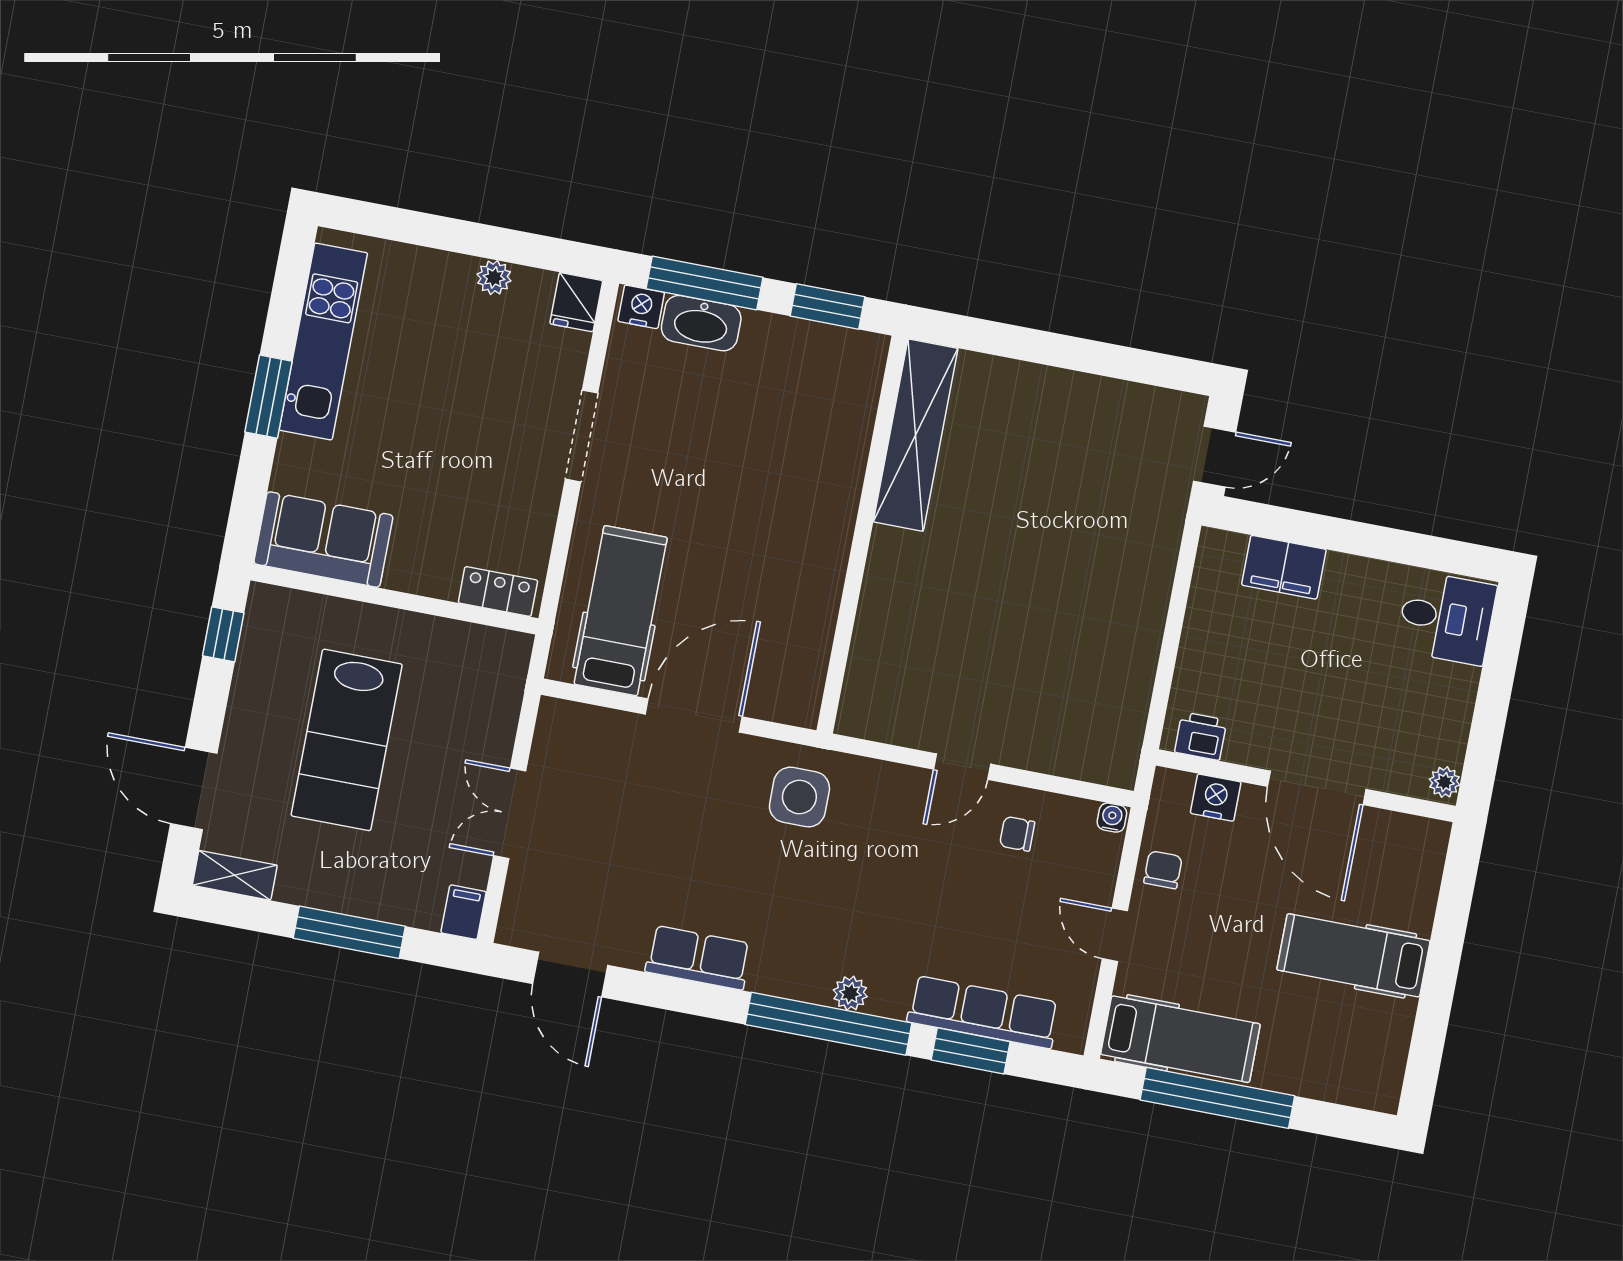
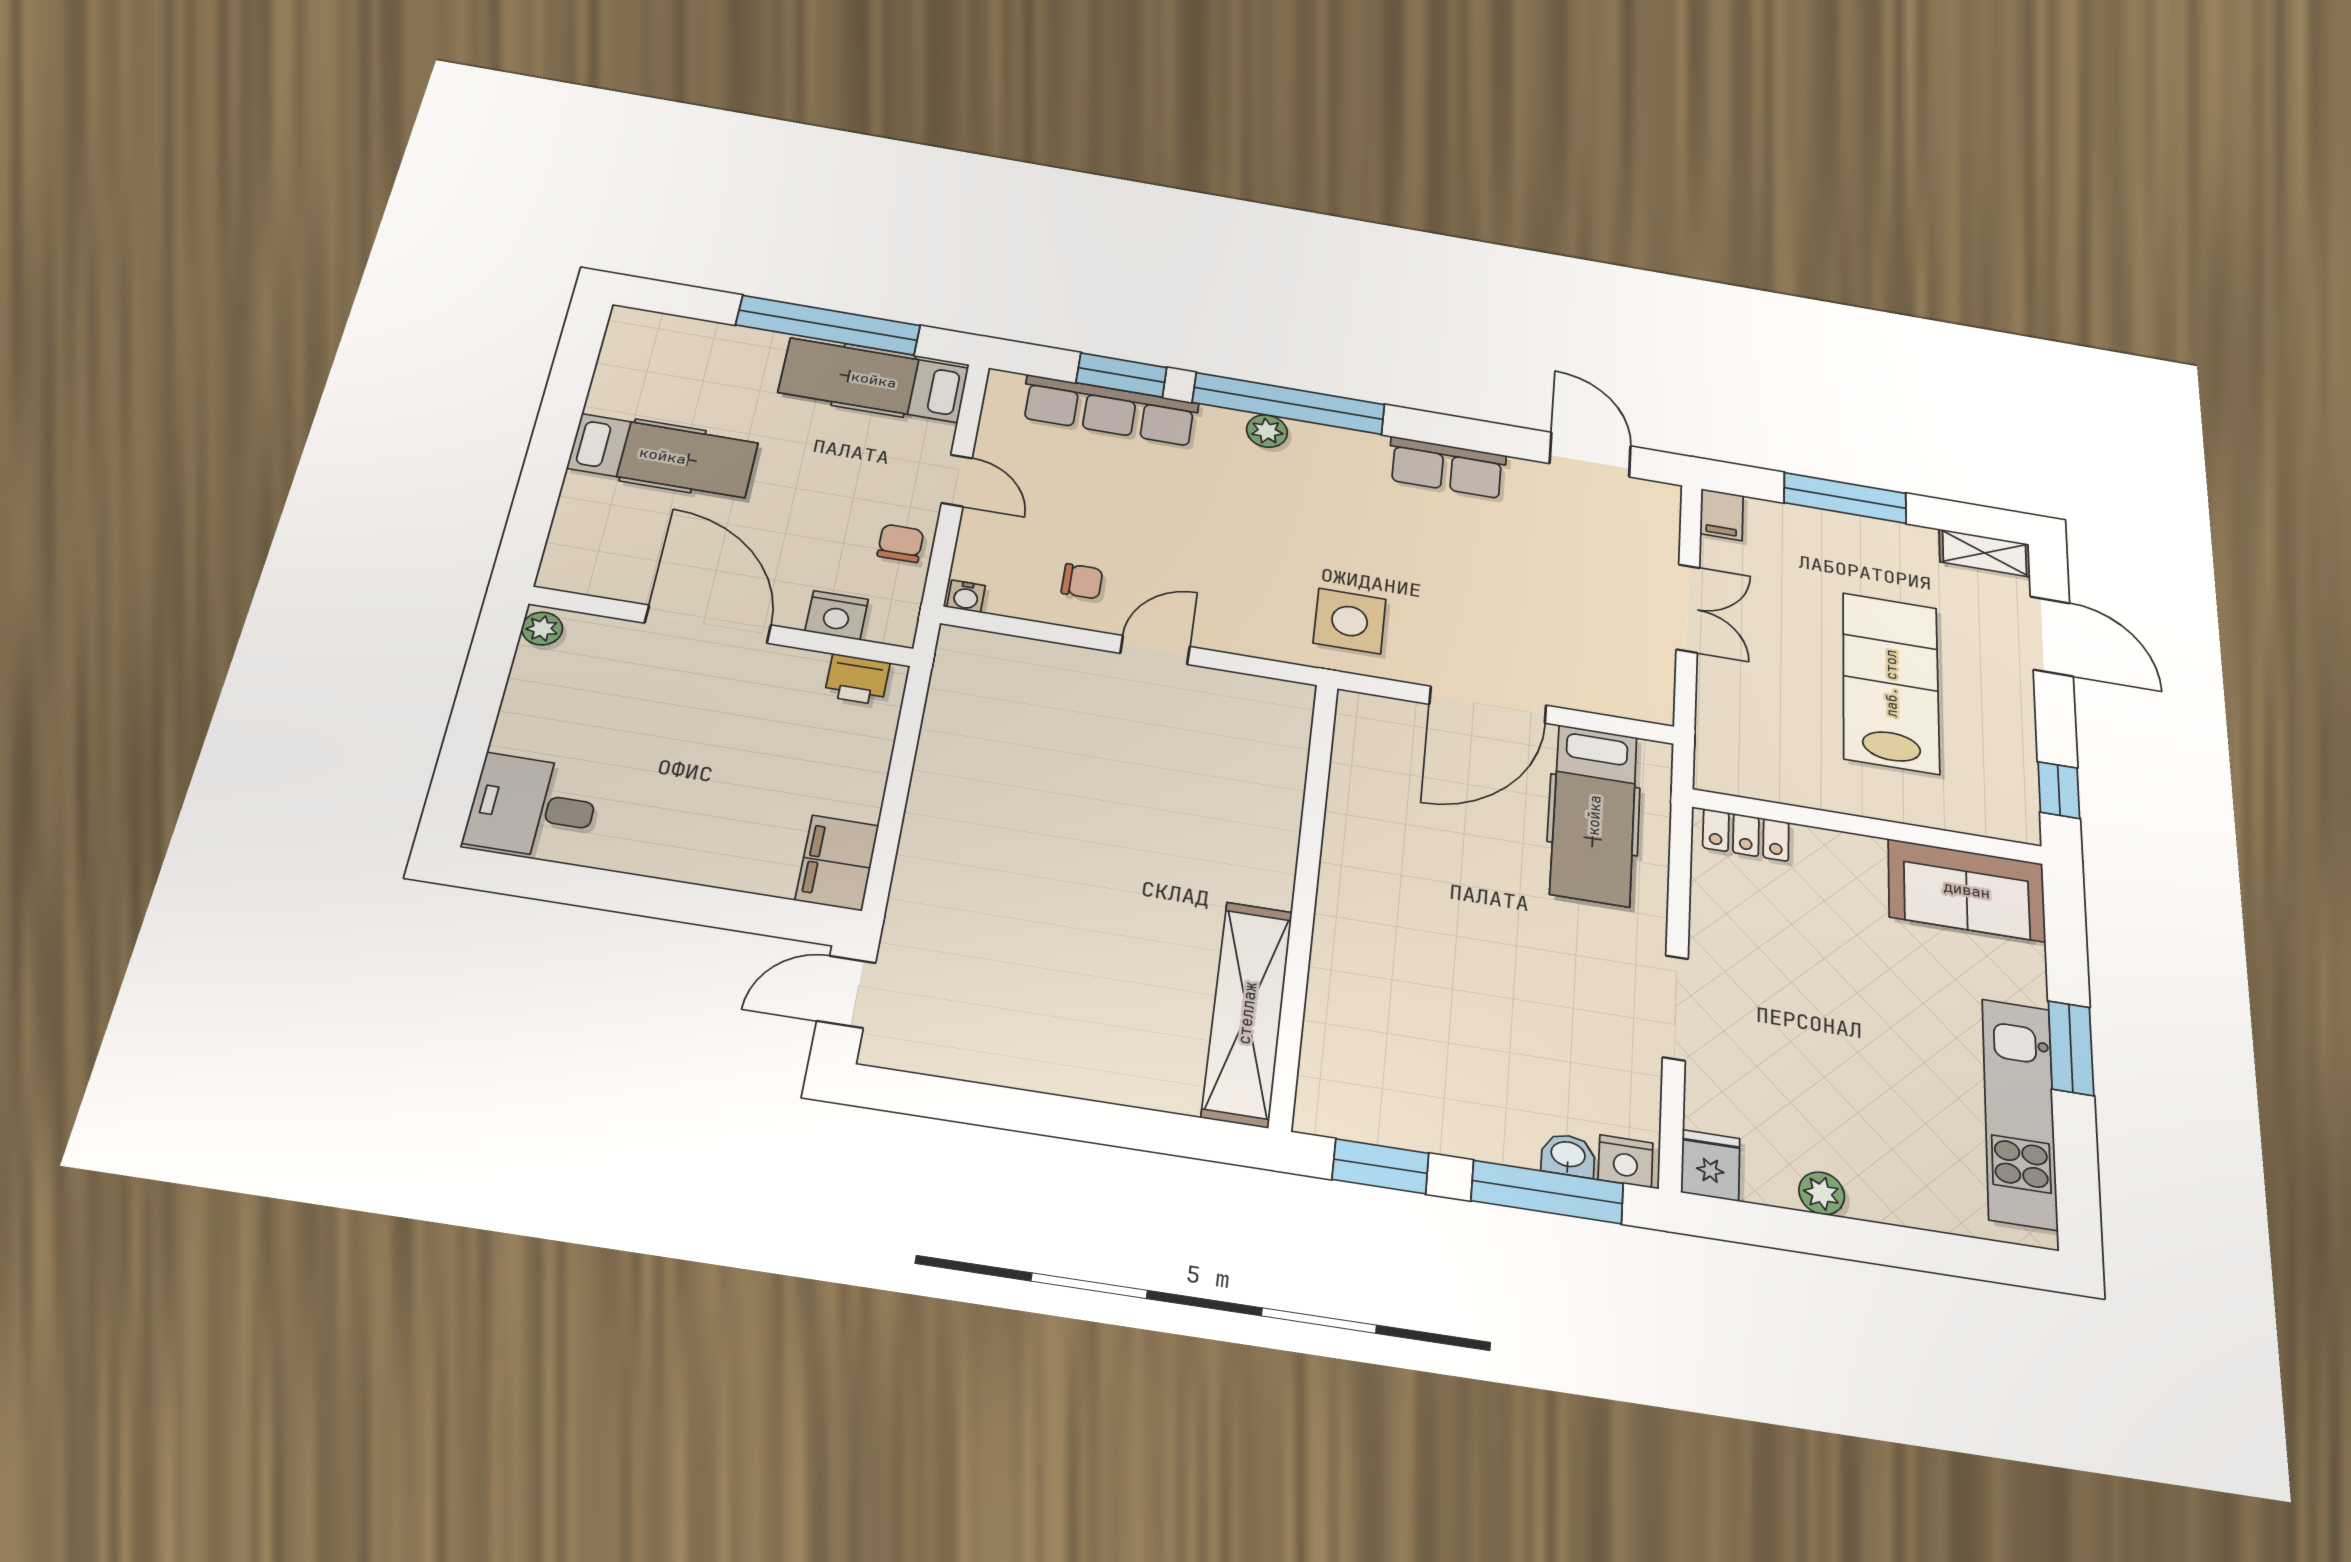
washbasin: (701, 323) -> (1568, 1155), width x0.52, depth x0.69
filing cabinet: (1284, 567) -> (837, 863), moved, turned -90
chair: (1163, 870) -> (901, 543), turned 180

